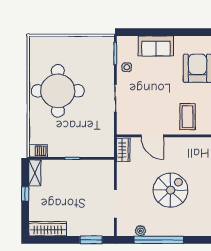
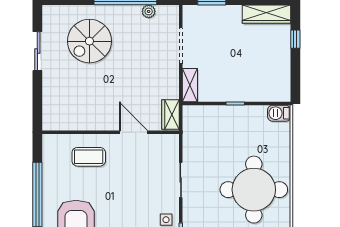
coffee table: (188, 117) -> (89, 157), turned 90
shelving: (35, 173) -> (190, 85), moved
spiral stairs: (171, 190) -> (89, 41), moved
window: (25, 194) -> (295, 39), moved

